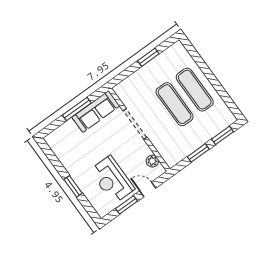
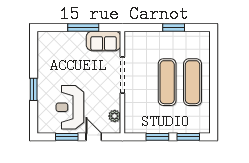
sofa: (96, 112) -> (104, 41), width x0.73

